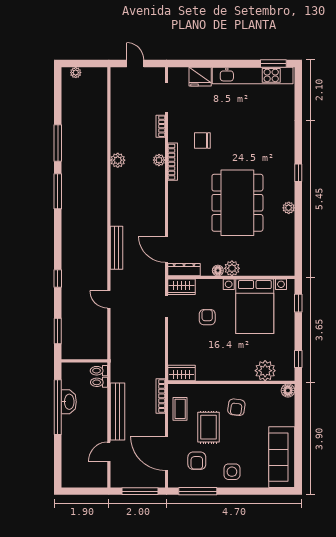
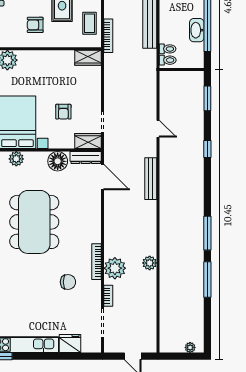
plant: (159, 160) -> (115, 268), width x1.87, depth x1.87
plant: (232, 268) -> (16, 159), moved
floor lamp: (218, 271) -> (58, 161), width x1.89, depth x1.89
armchair: (236, 407) -> (35, 25), turned -98

